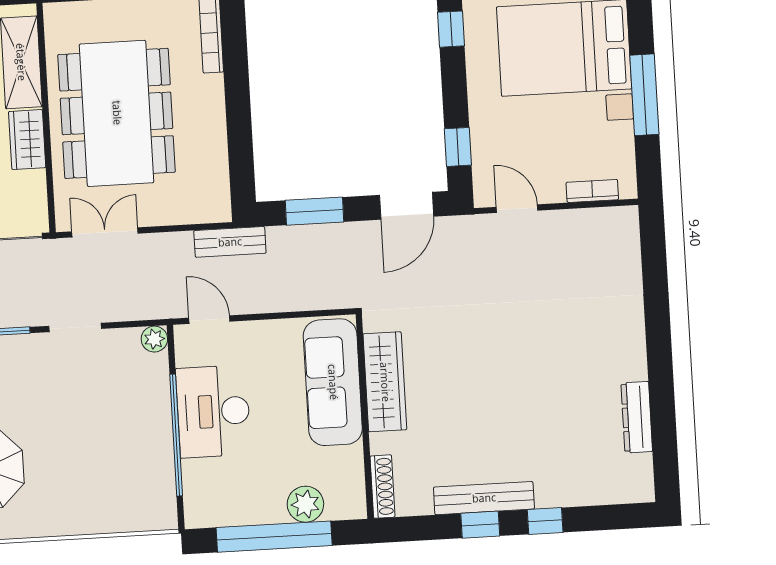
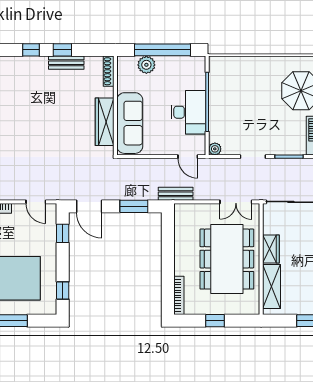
door: (407, 206) -> (89, 206), swing flipped
bench: (484, 498) -> (66, 63), width x0.73

